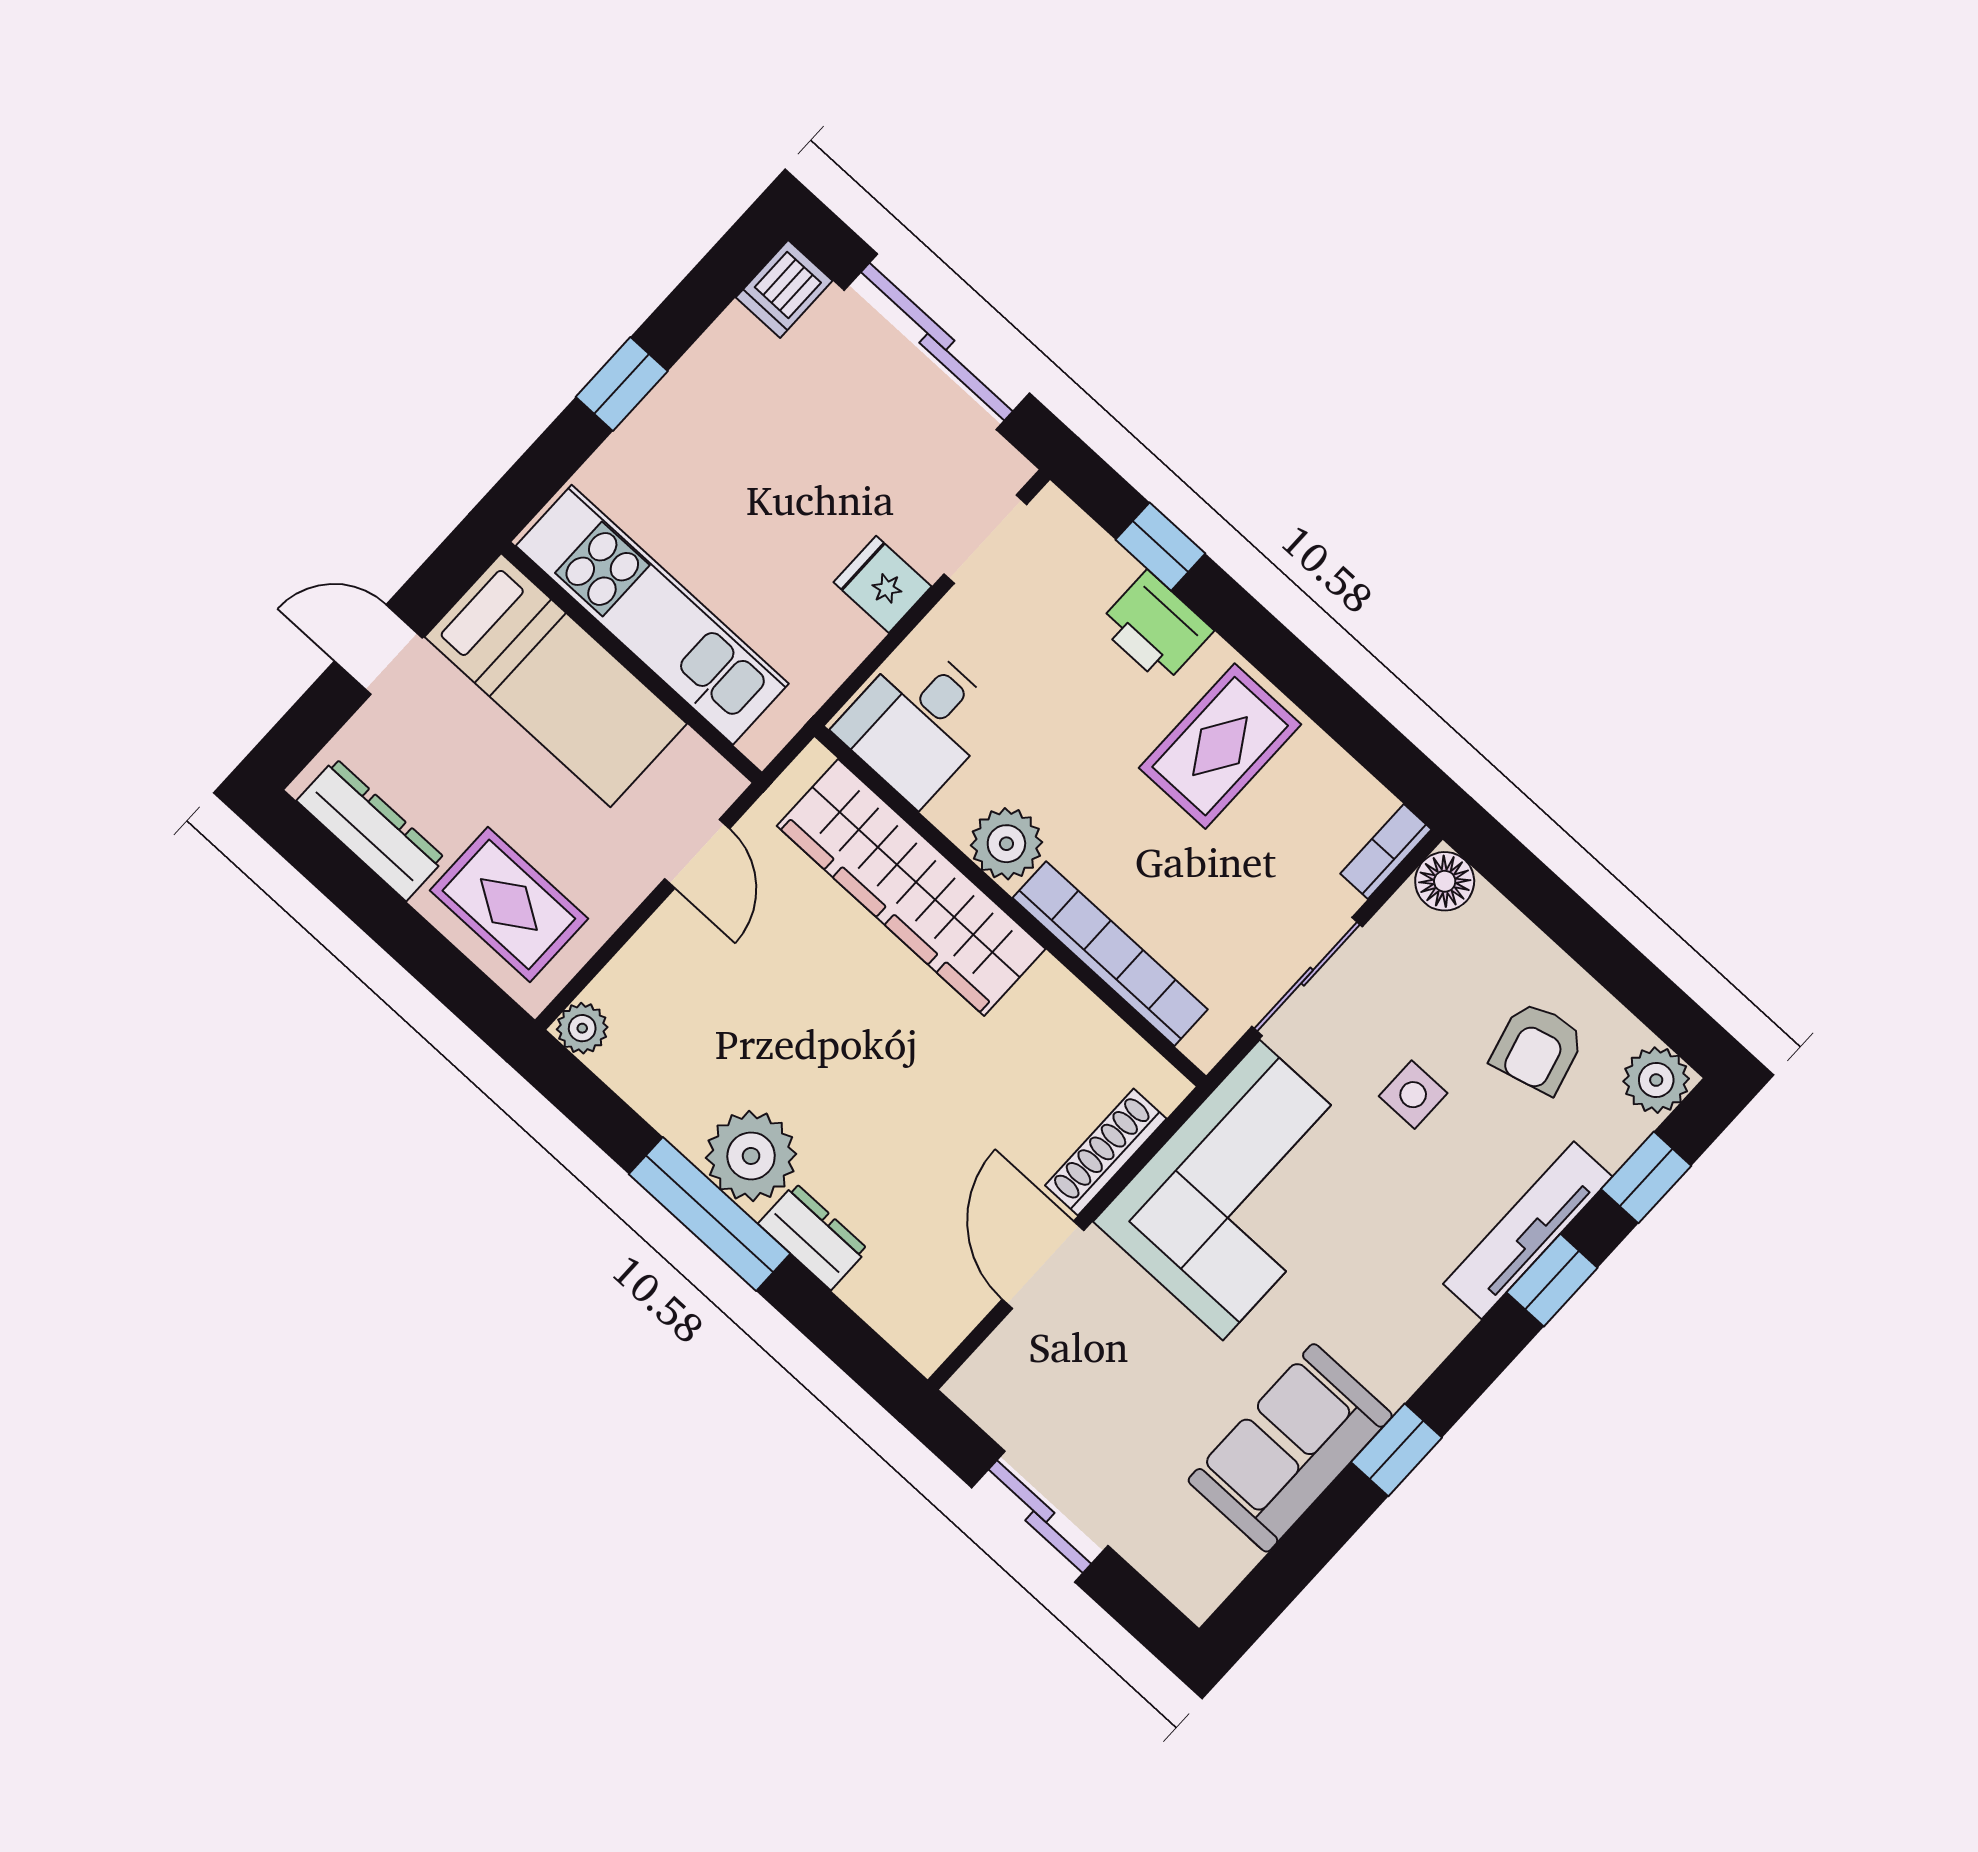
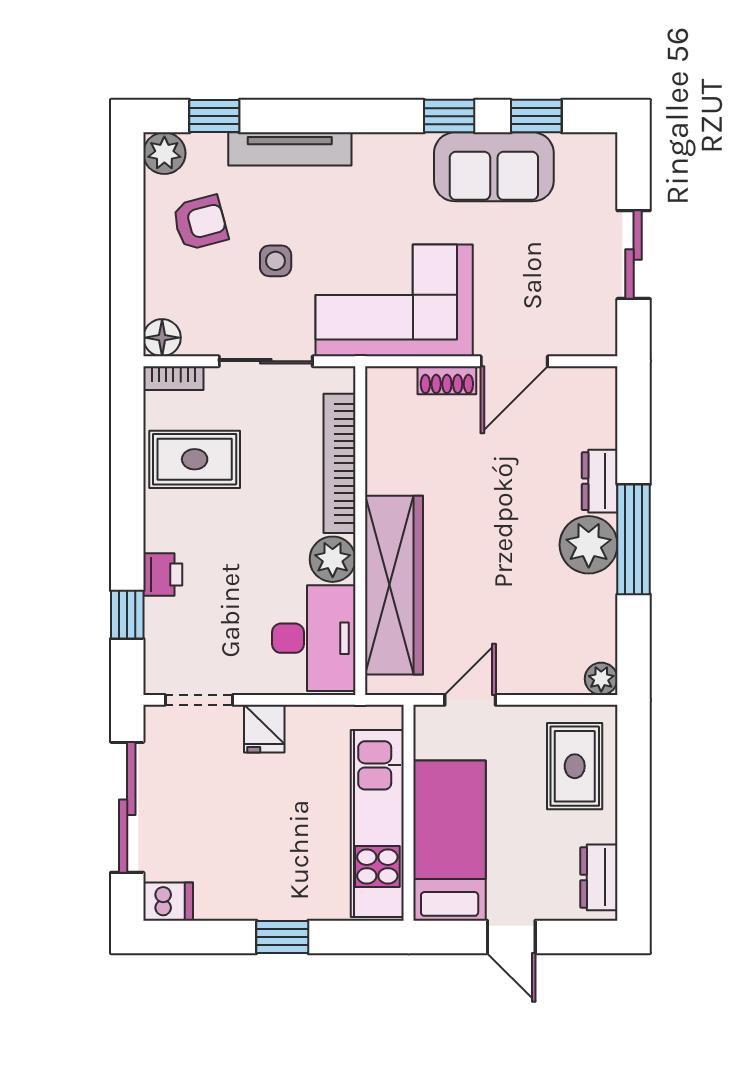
printer: (1155, 628) -> (163, 574), width x0.73, depth x0.81
desk: (918, 723) -> (314, 638), width x1.37
rug: (1220, 746) -> (195, 459), moved
dresser: (371, 830) -> (599, 877), width x0.70
shoe rack: (1106, 1152) -> (447, 380), width x0.70
window: (1552, 1280) -> (536, 116), moved

